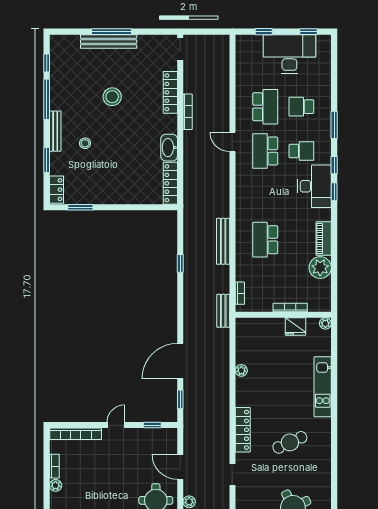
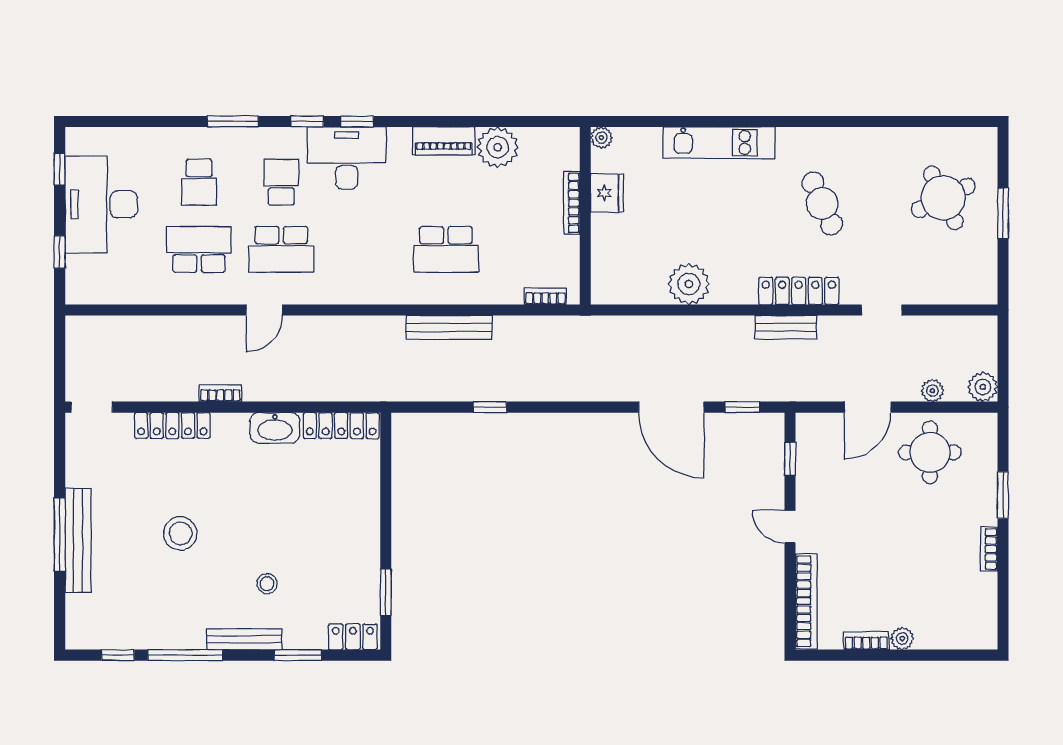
bookcase: (188, 112) -> (220, 393), width x0.64
bench: (223, 311) -> (786, 327), moved
plant: (241, 371) -> (689, 284), width x1.87, depth x1.87

